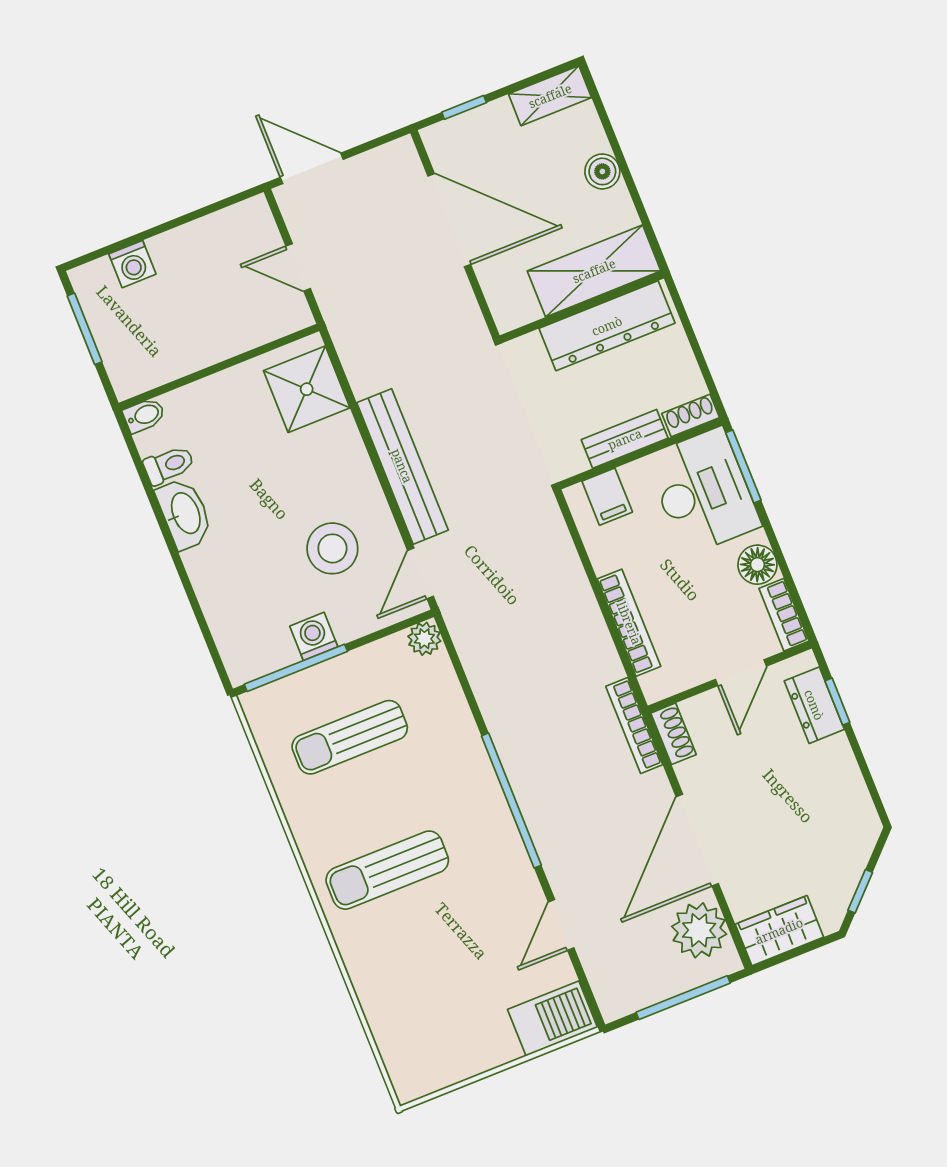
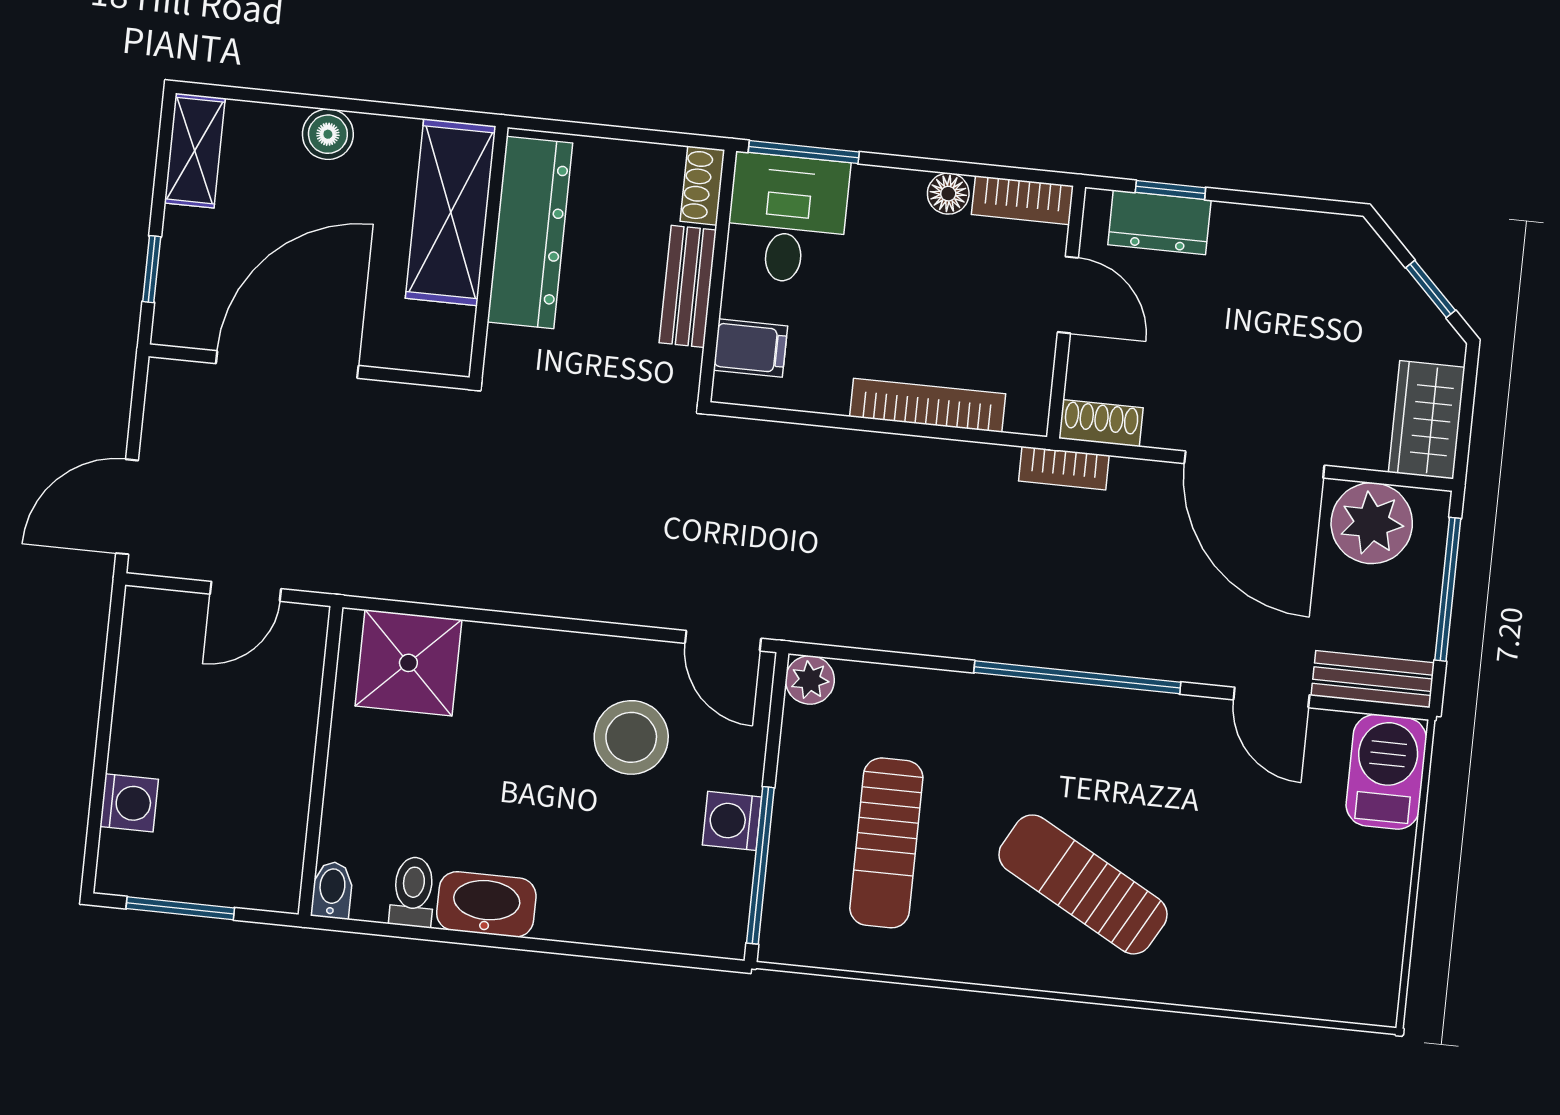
bench: (402, 466) -> (1373, 679), moved, width x0.54, depth x0.82
desk: (703, 491) -> (787, 219), width x0.73
floor lamp: (757, 565) -> (948, 194), width x0.73, depth x0.73
bookcase: (634, 726) -> (1064, 468), width x0.64
sun lounger: (387, 870) -> (1083, 884), turned 119

